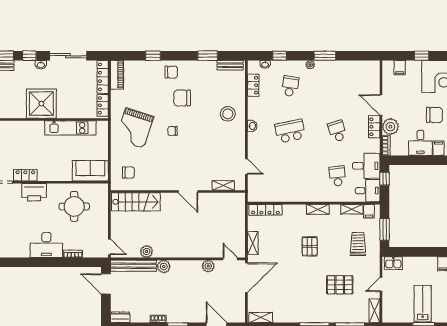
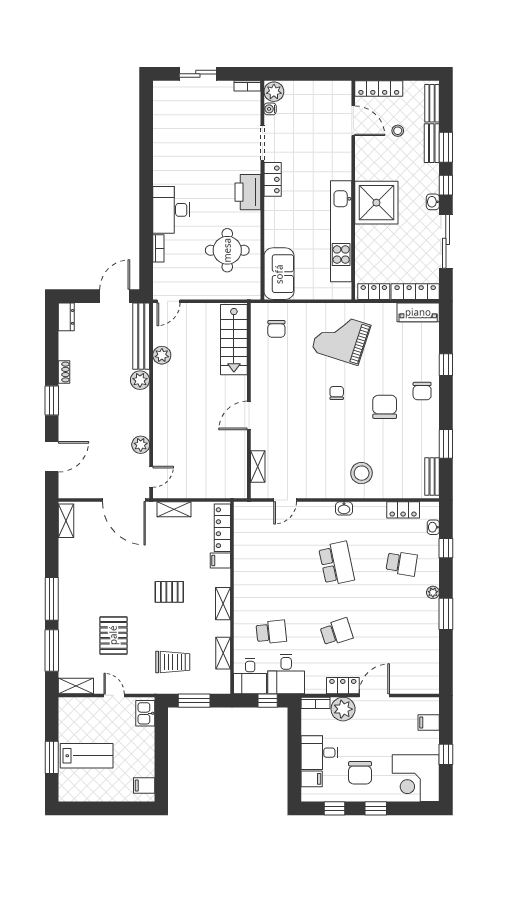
kitchen unit: (70, 128) -> (341, 231), width x1.36
filing cabinet: (369, 211) -> (220, 561), moved

